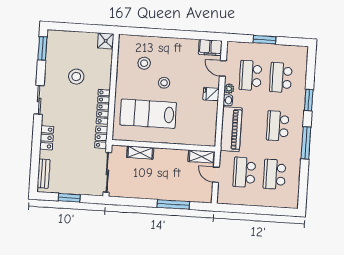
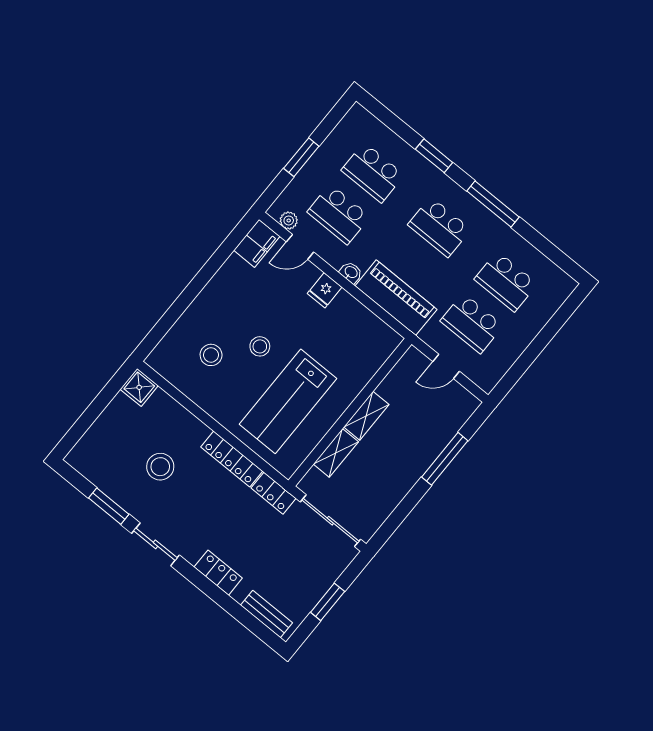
window: (42, 49) -> (109, 506), moved
plant: (229, 89) -> (289, 220), moved
shelving: (202, 157) -> (366, 416), moved

